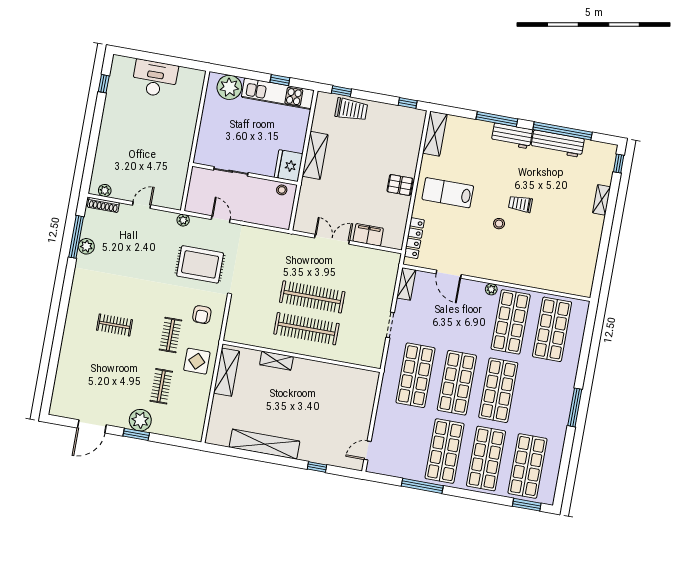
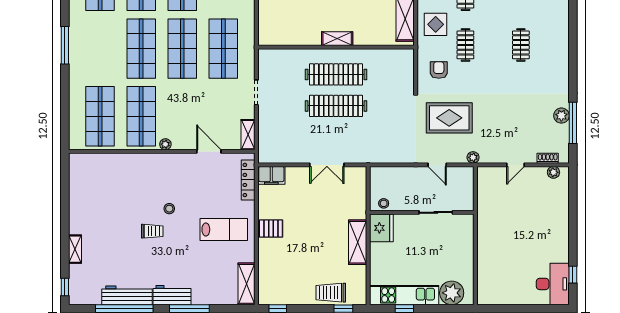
desk: (155, 79) -> (553, 284), moved, turned -90
shoe rack: (103, 205) -> (548, 158), width x0.70
filing cabinet: (368, 235) -> (271, 175), moved
clothes rail: (114, 325) -> (521, 45), turned 90
shelving: (276, 361) -> (337, 39), moved

